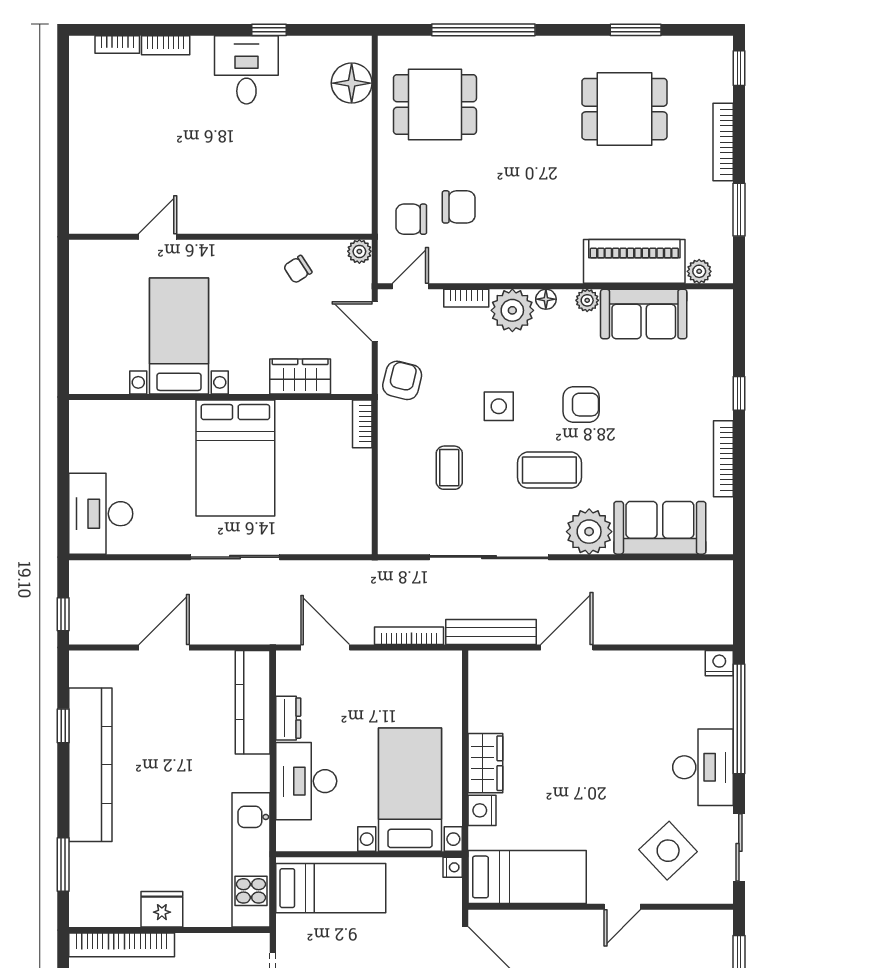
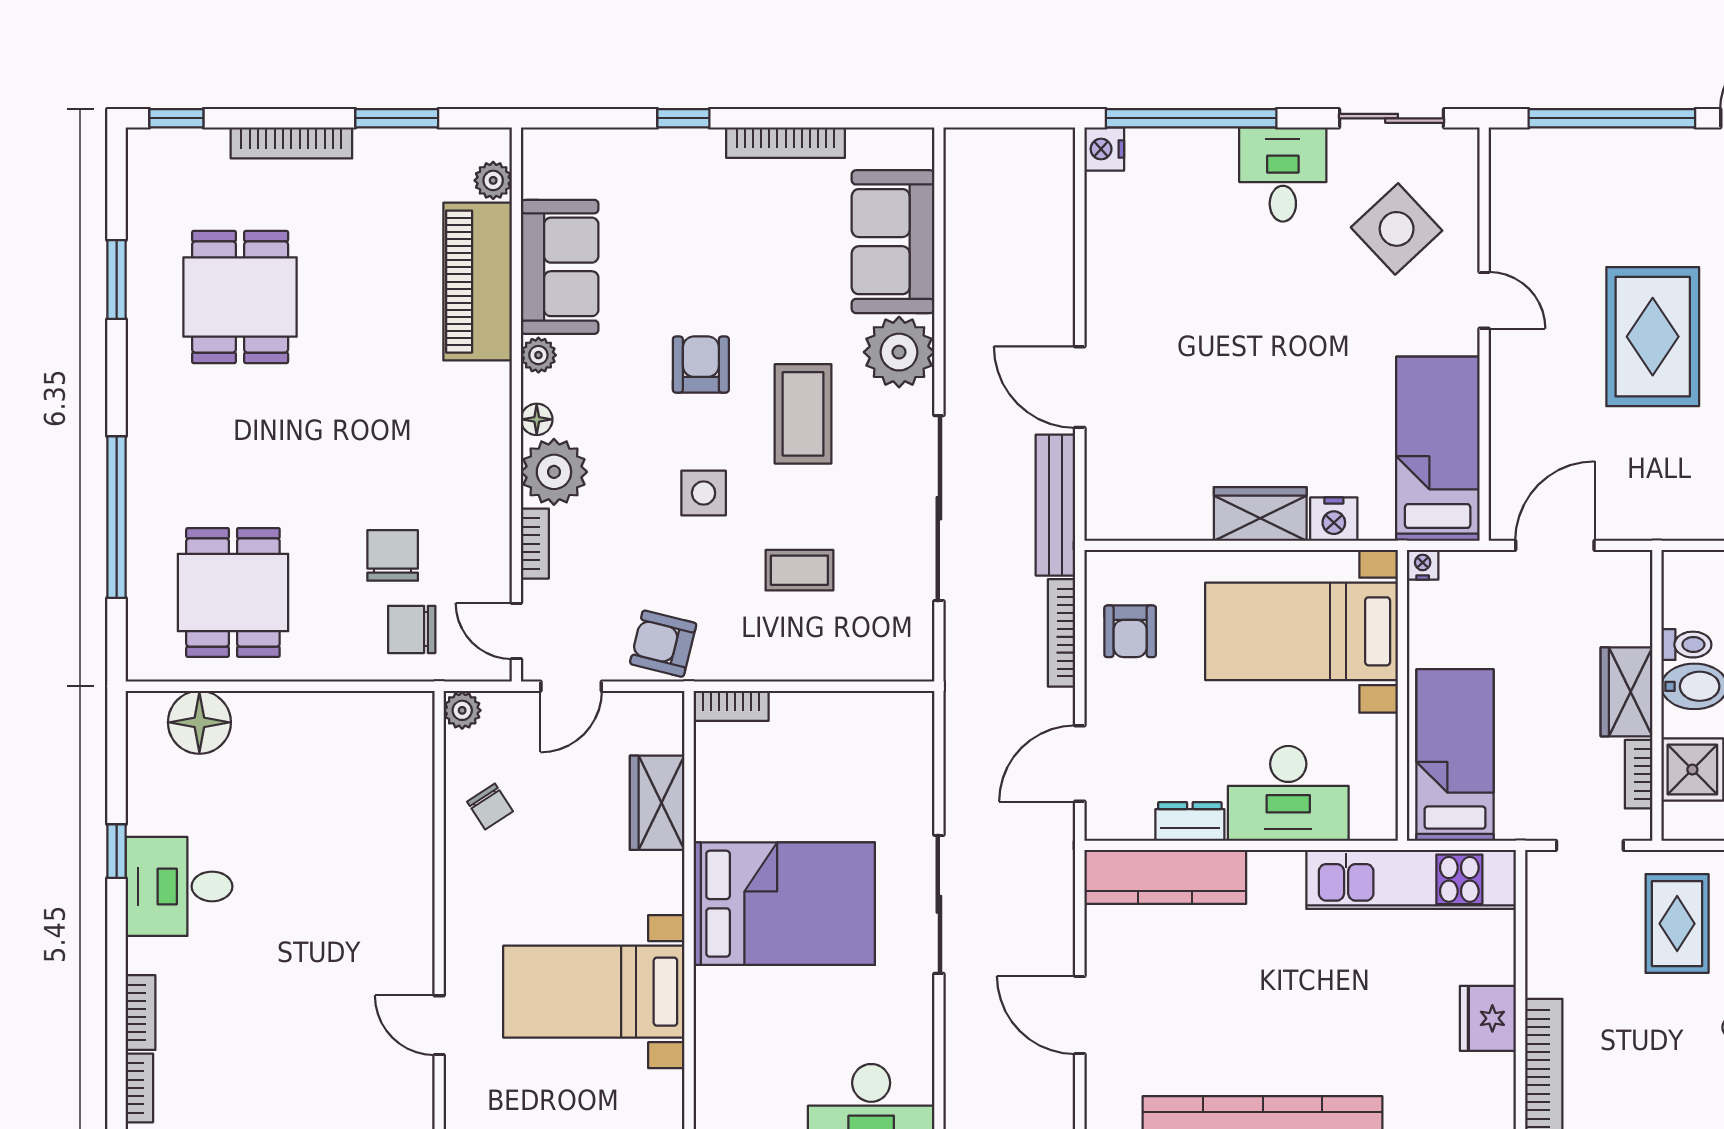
chair: (411, 219) -> (412, 629), turned 90
armchair: (410, 680) -> (1130, 631), added
desk: (703, 767) -> (1283, 174), width x0.73

